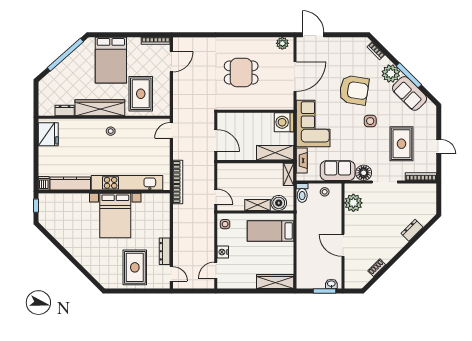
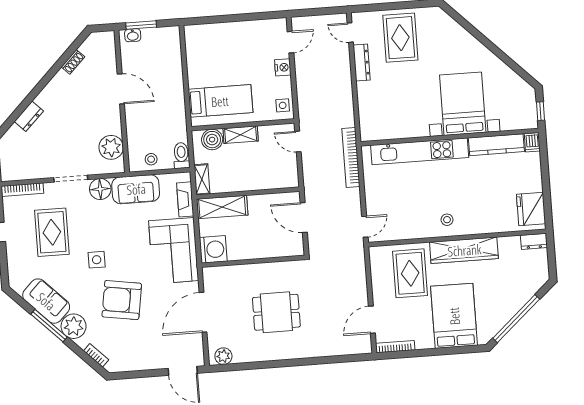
dresser: (65, 110) -> (534, 241), moved
bed with nightstands: (115, 215) -> (463, 104), moved
wardrobe: (275, 281) -> (209, 33), removed

